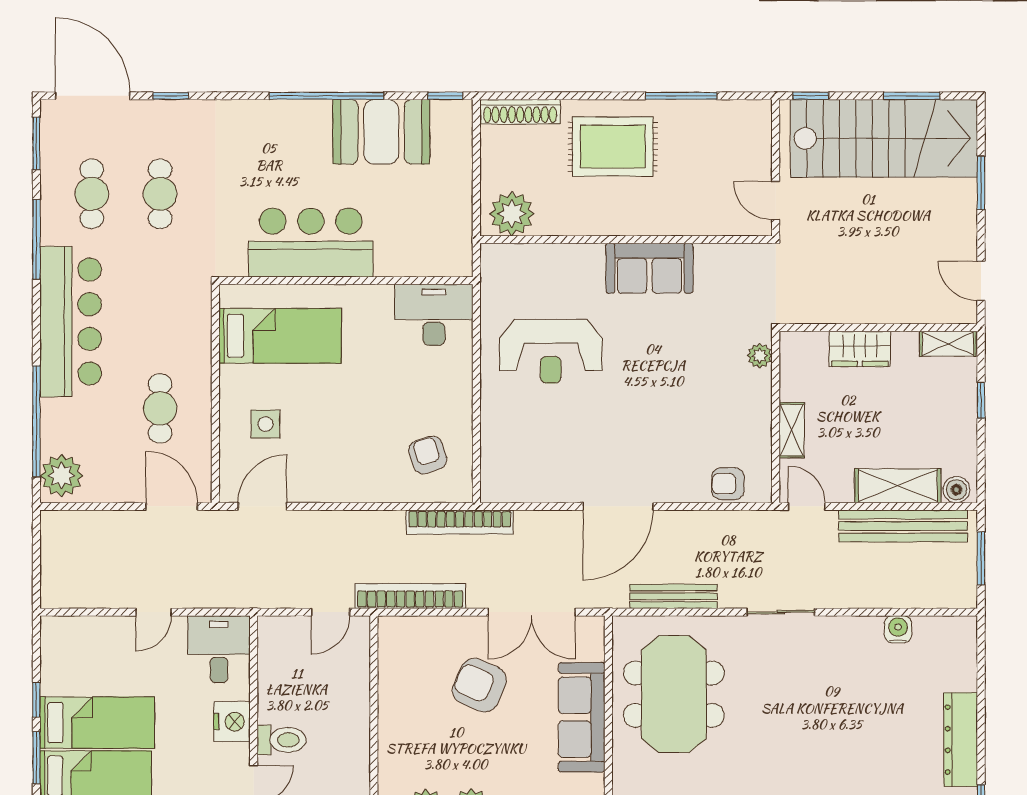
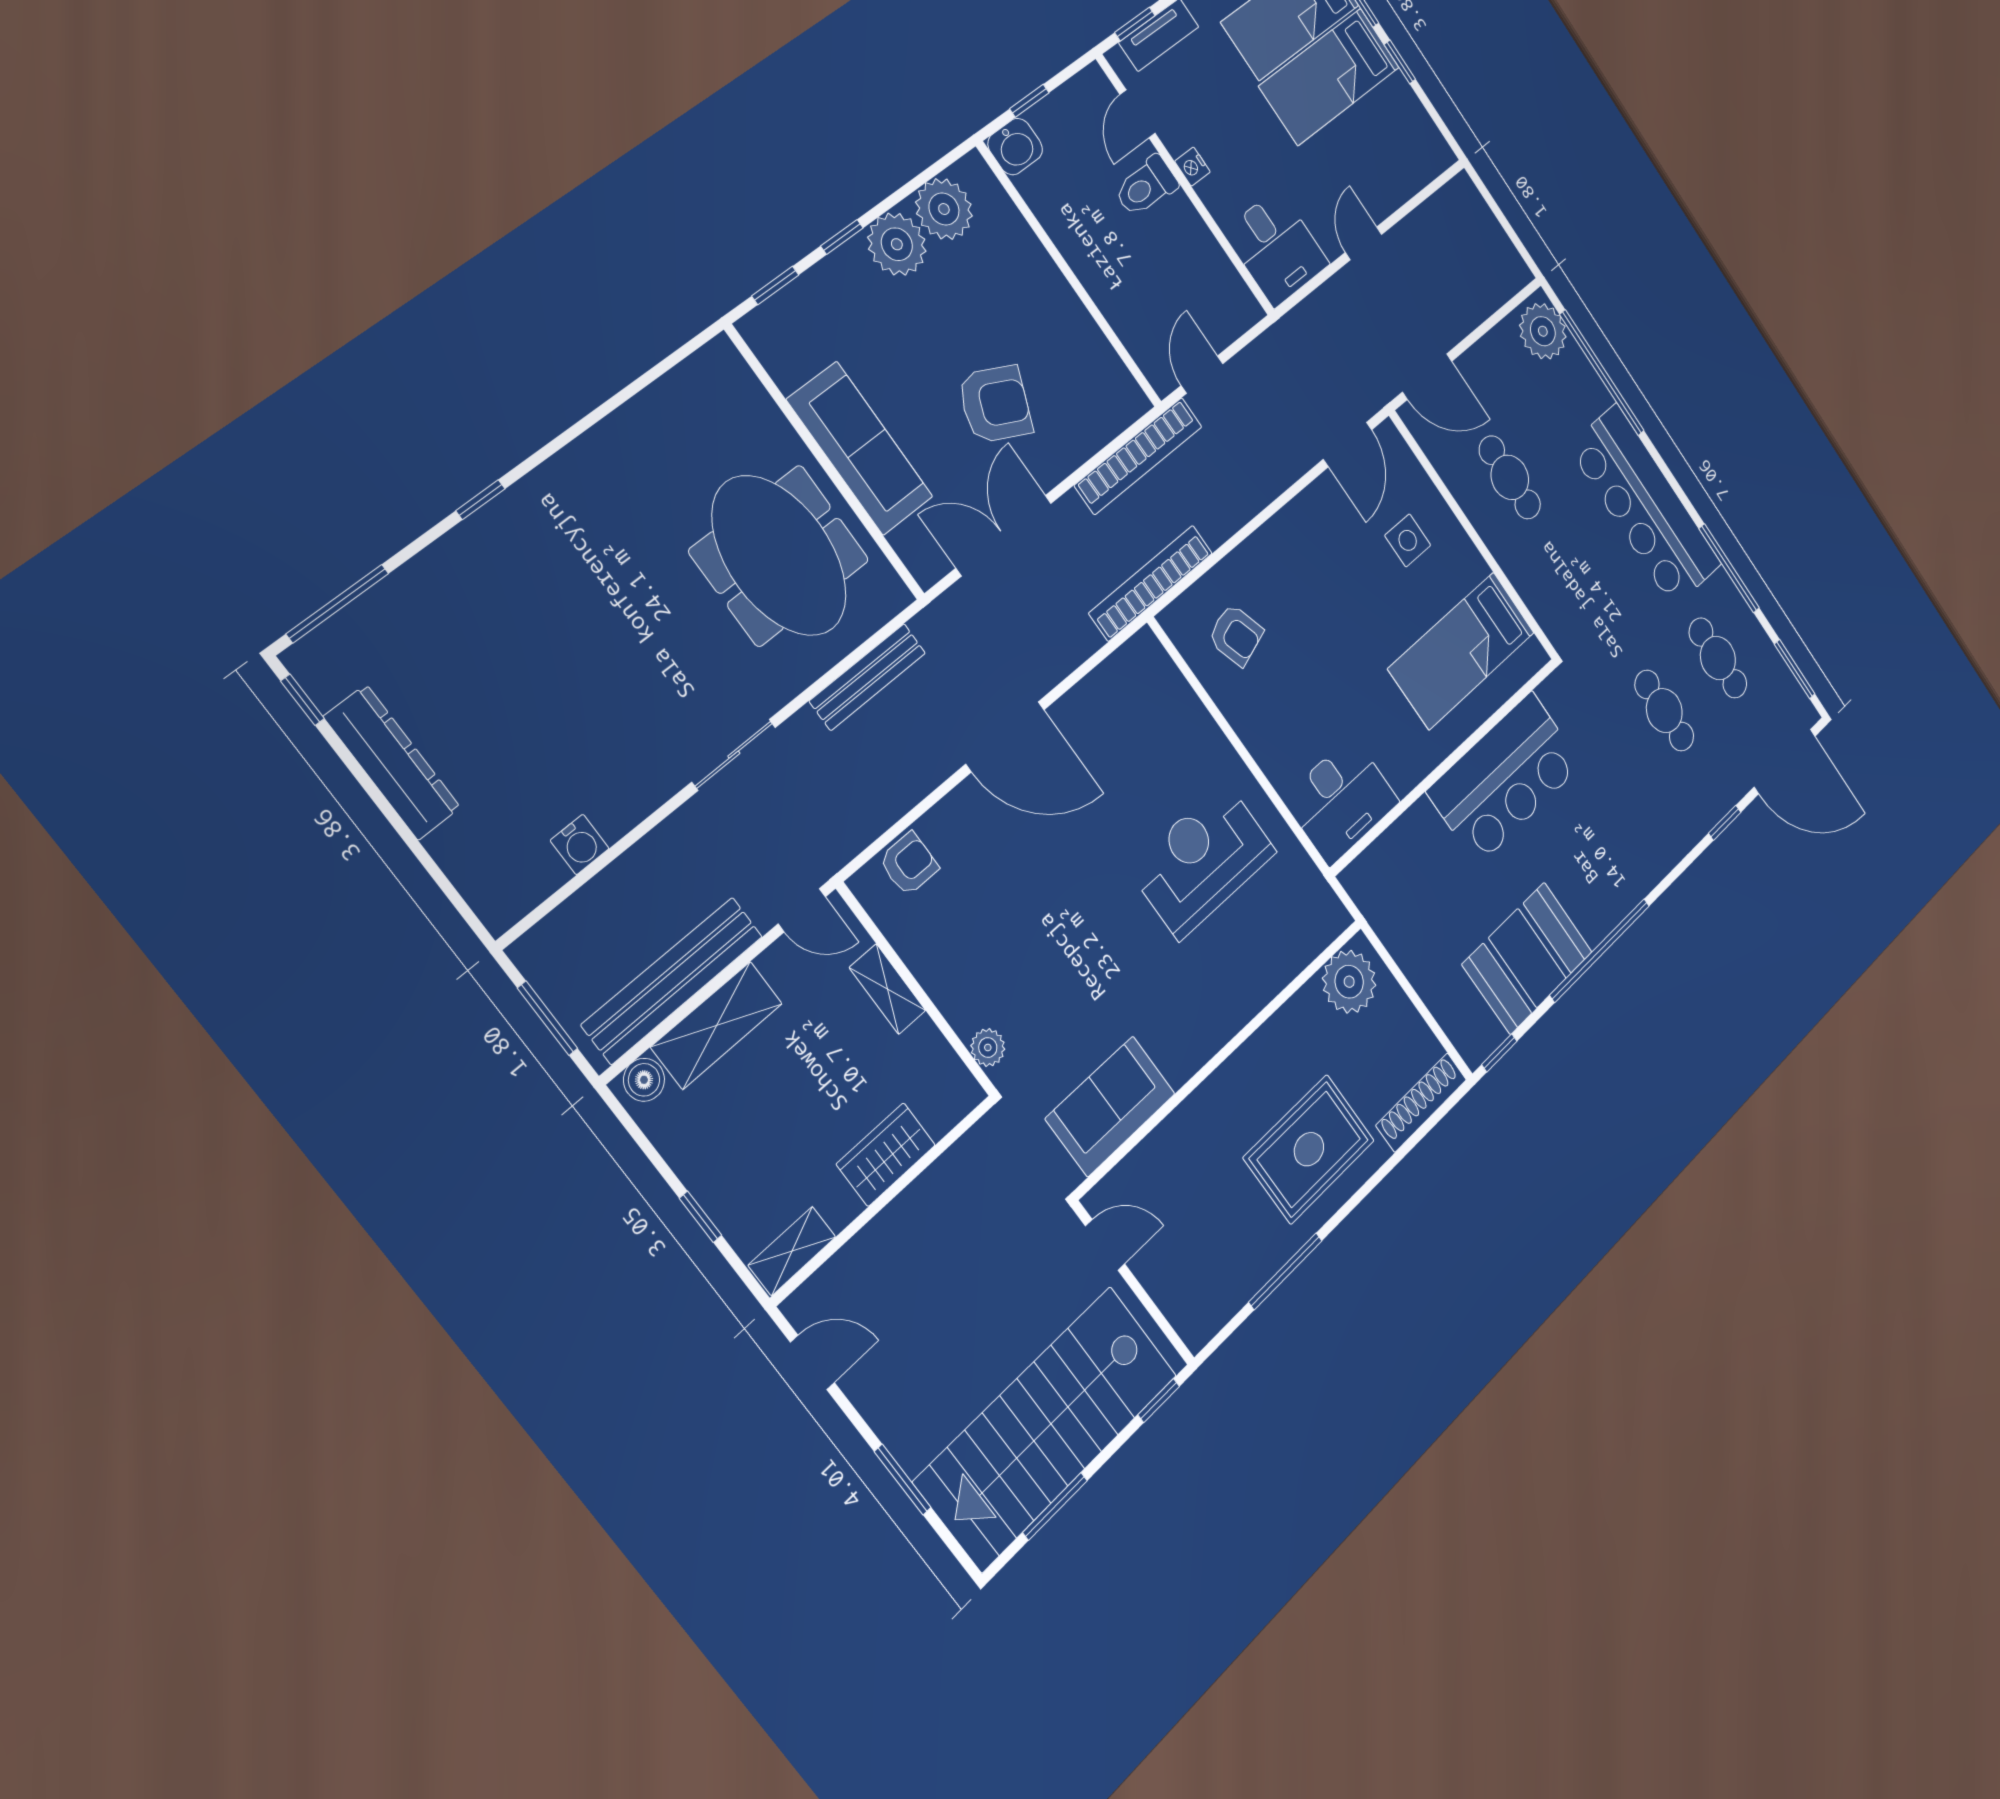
sofa: (649, 268) -> (1110, 1106), moved
door: (618, 506) -> (1005, 737), swing flipped
nightstand: (232, 722) -> (1192, 167), width x0.53, depth x0.56

